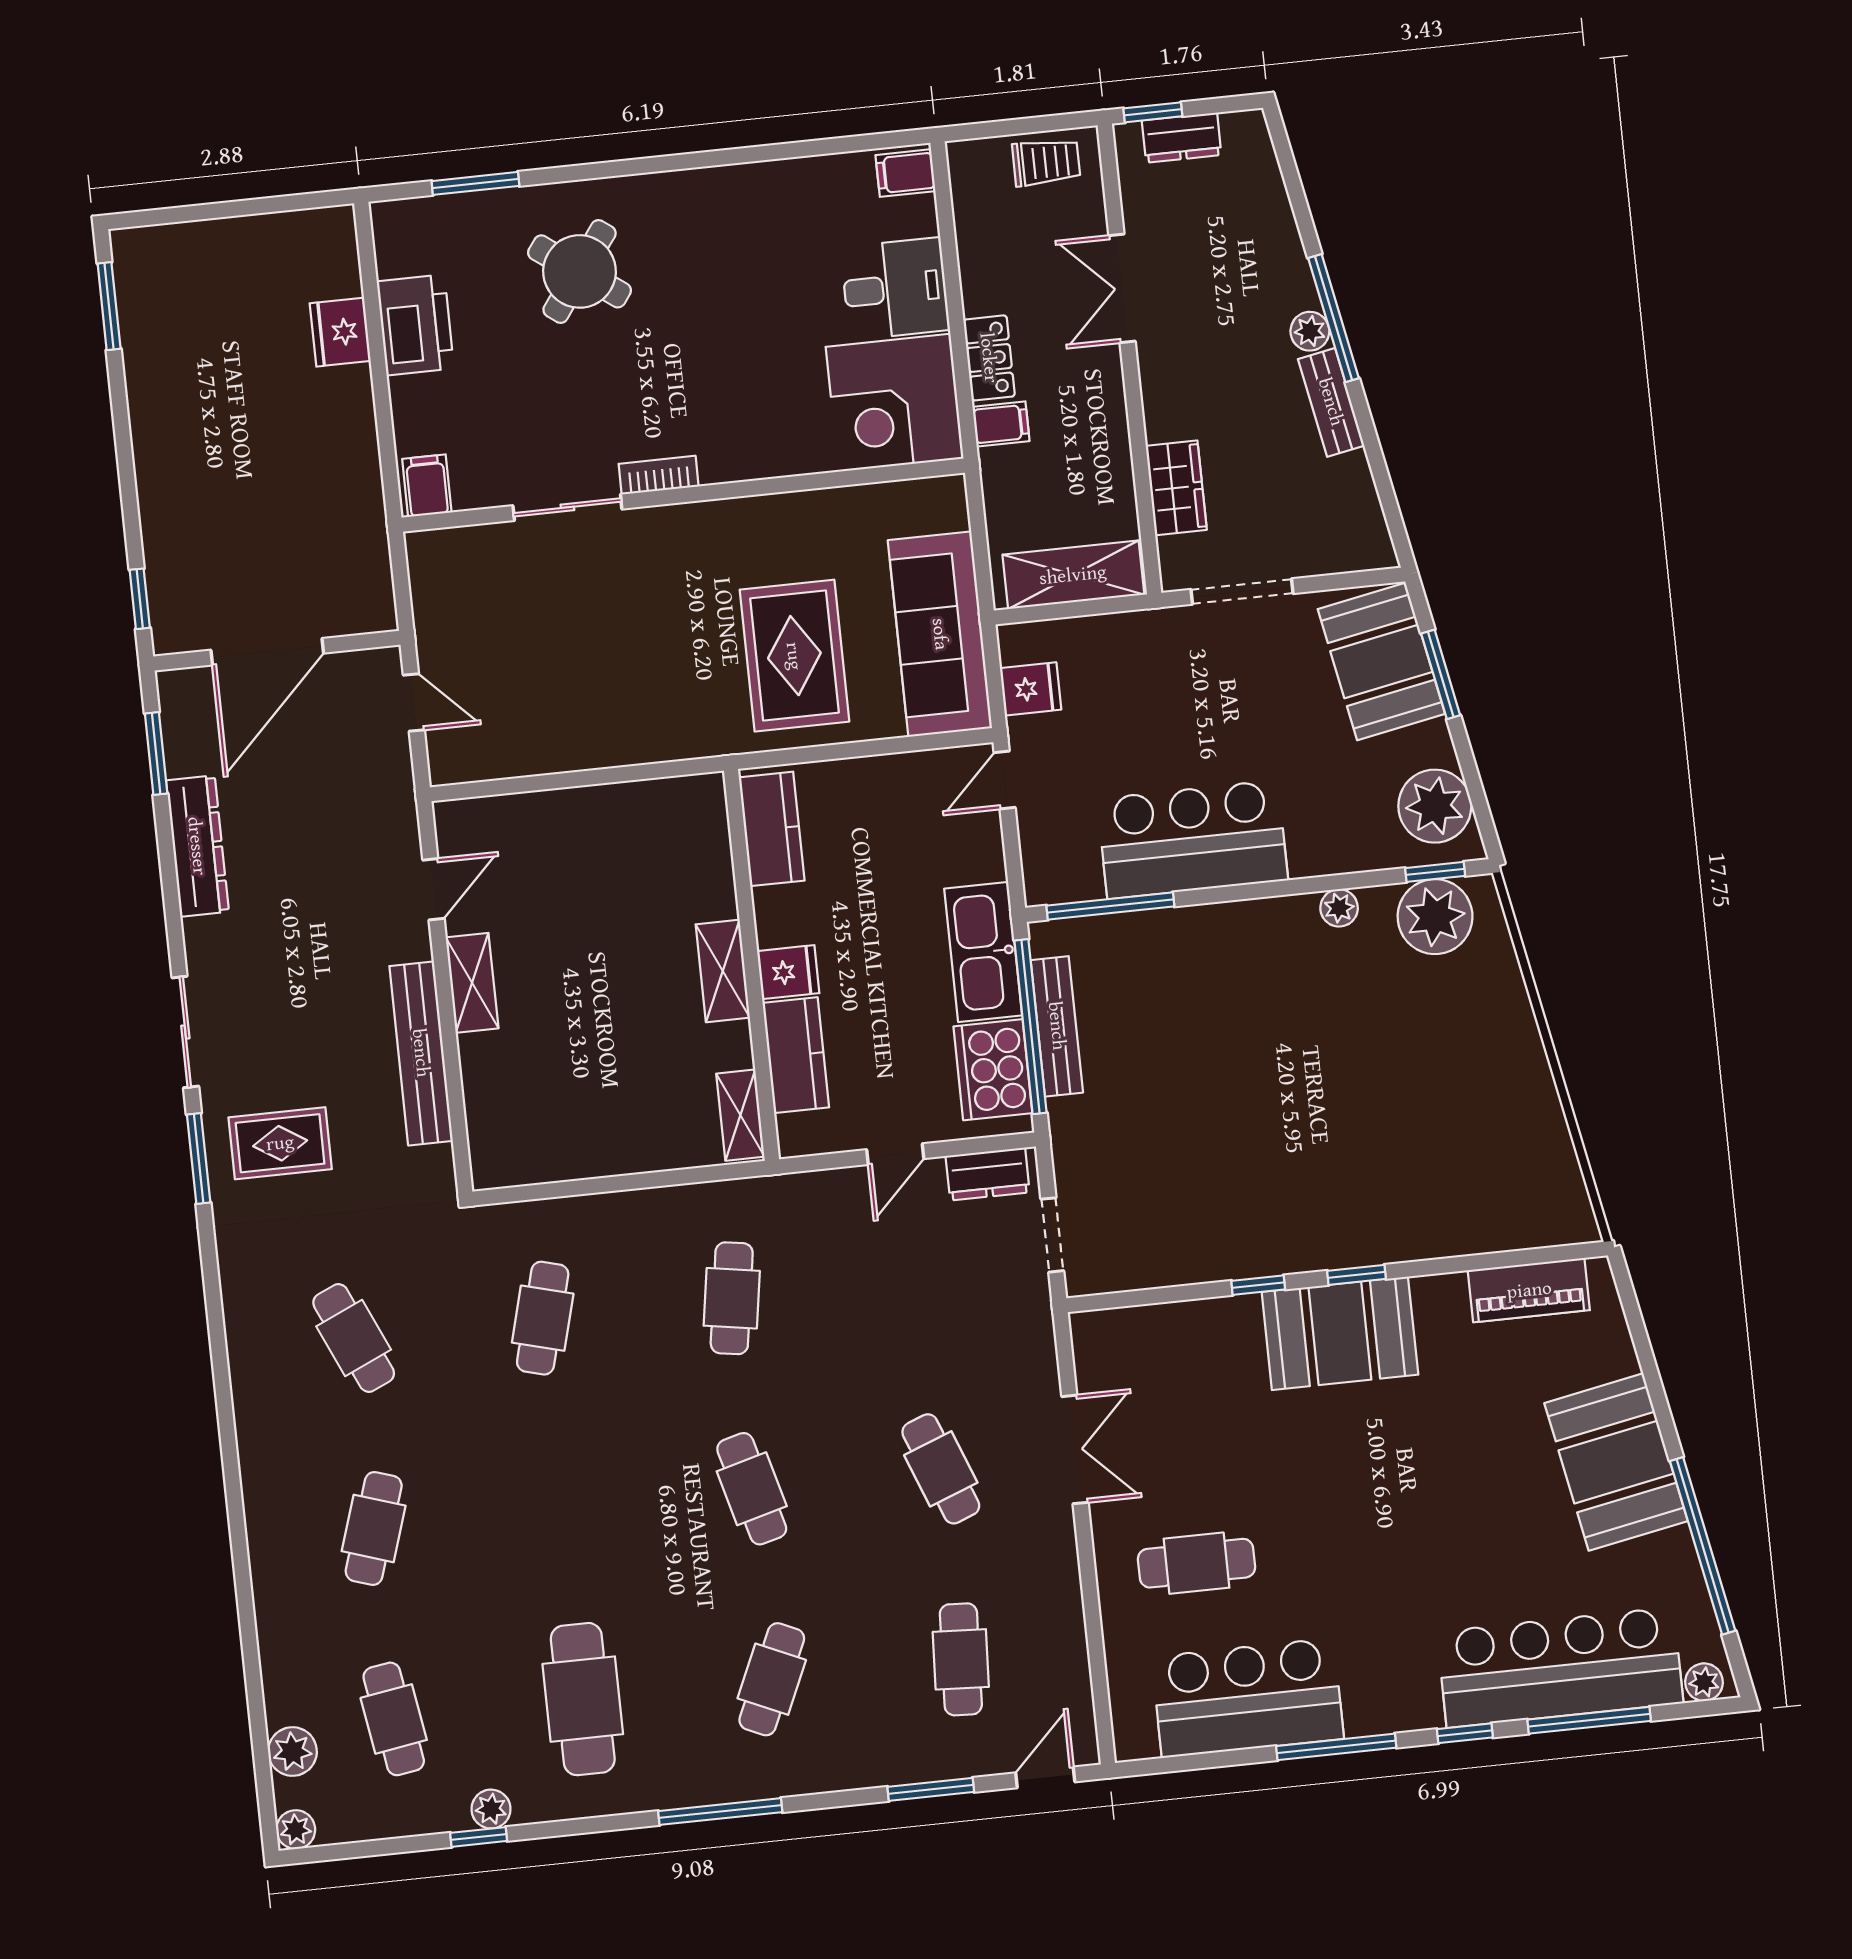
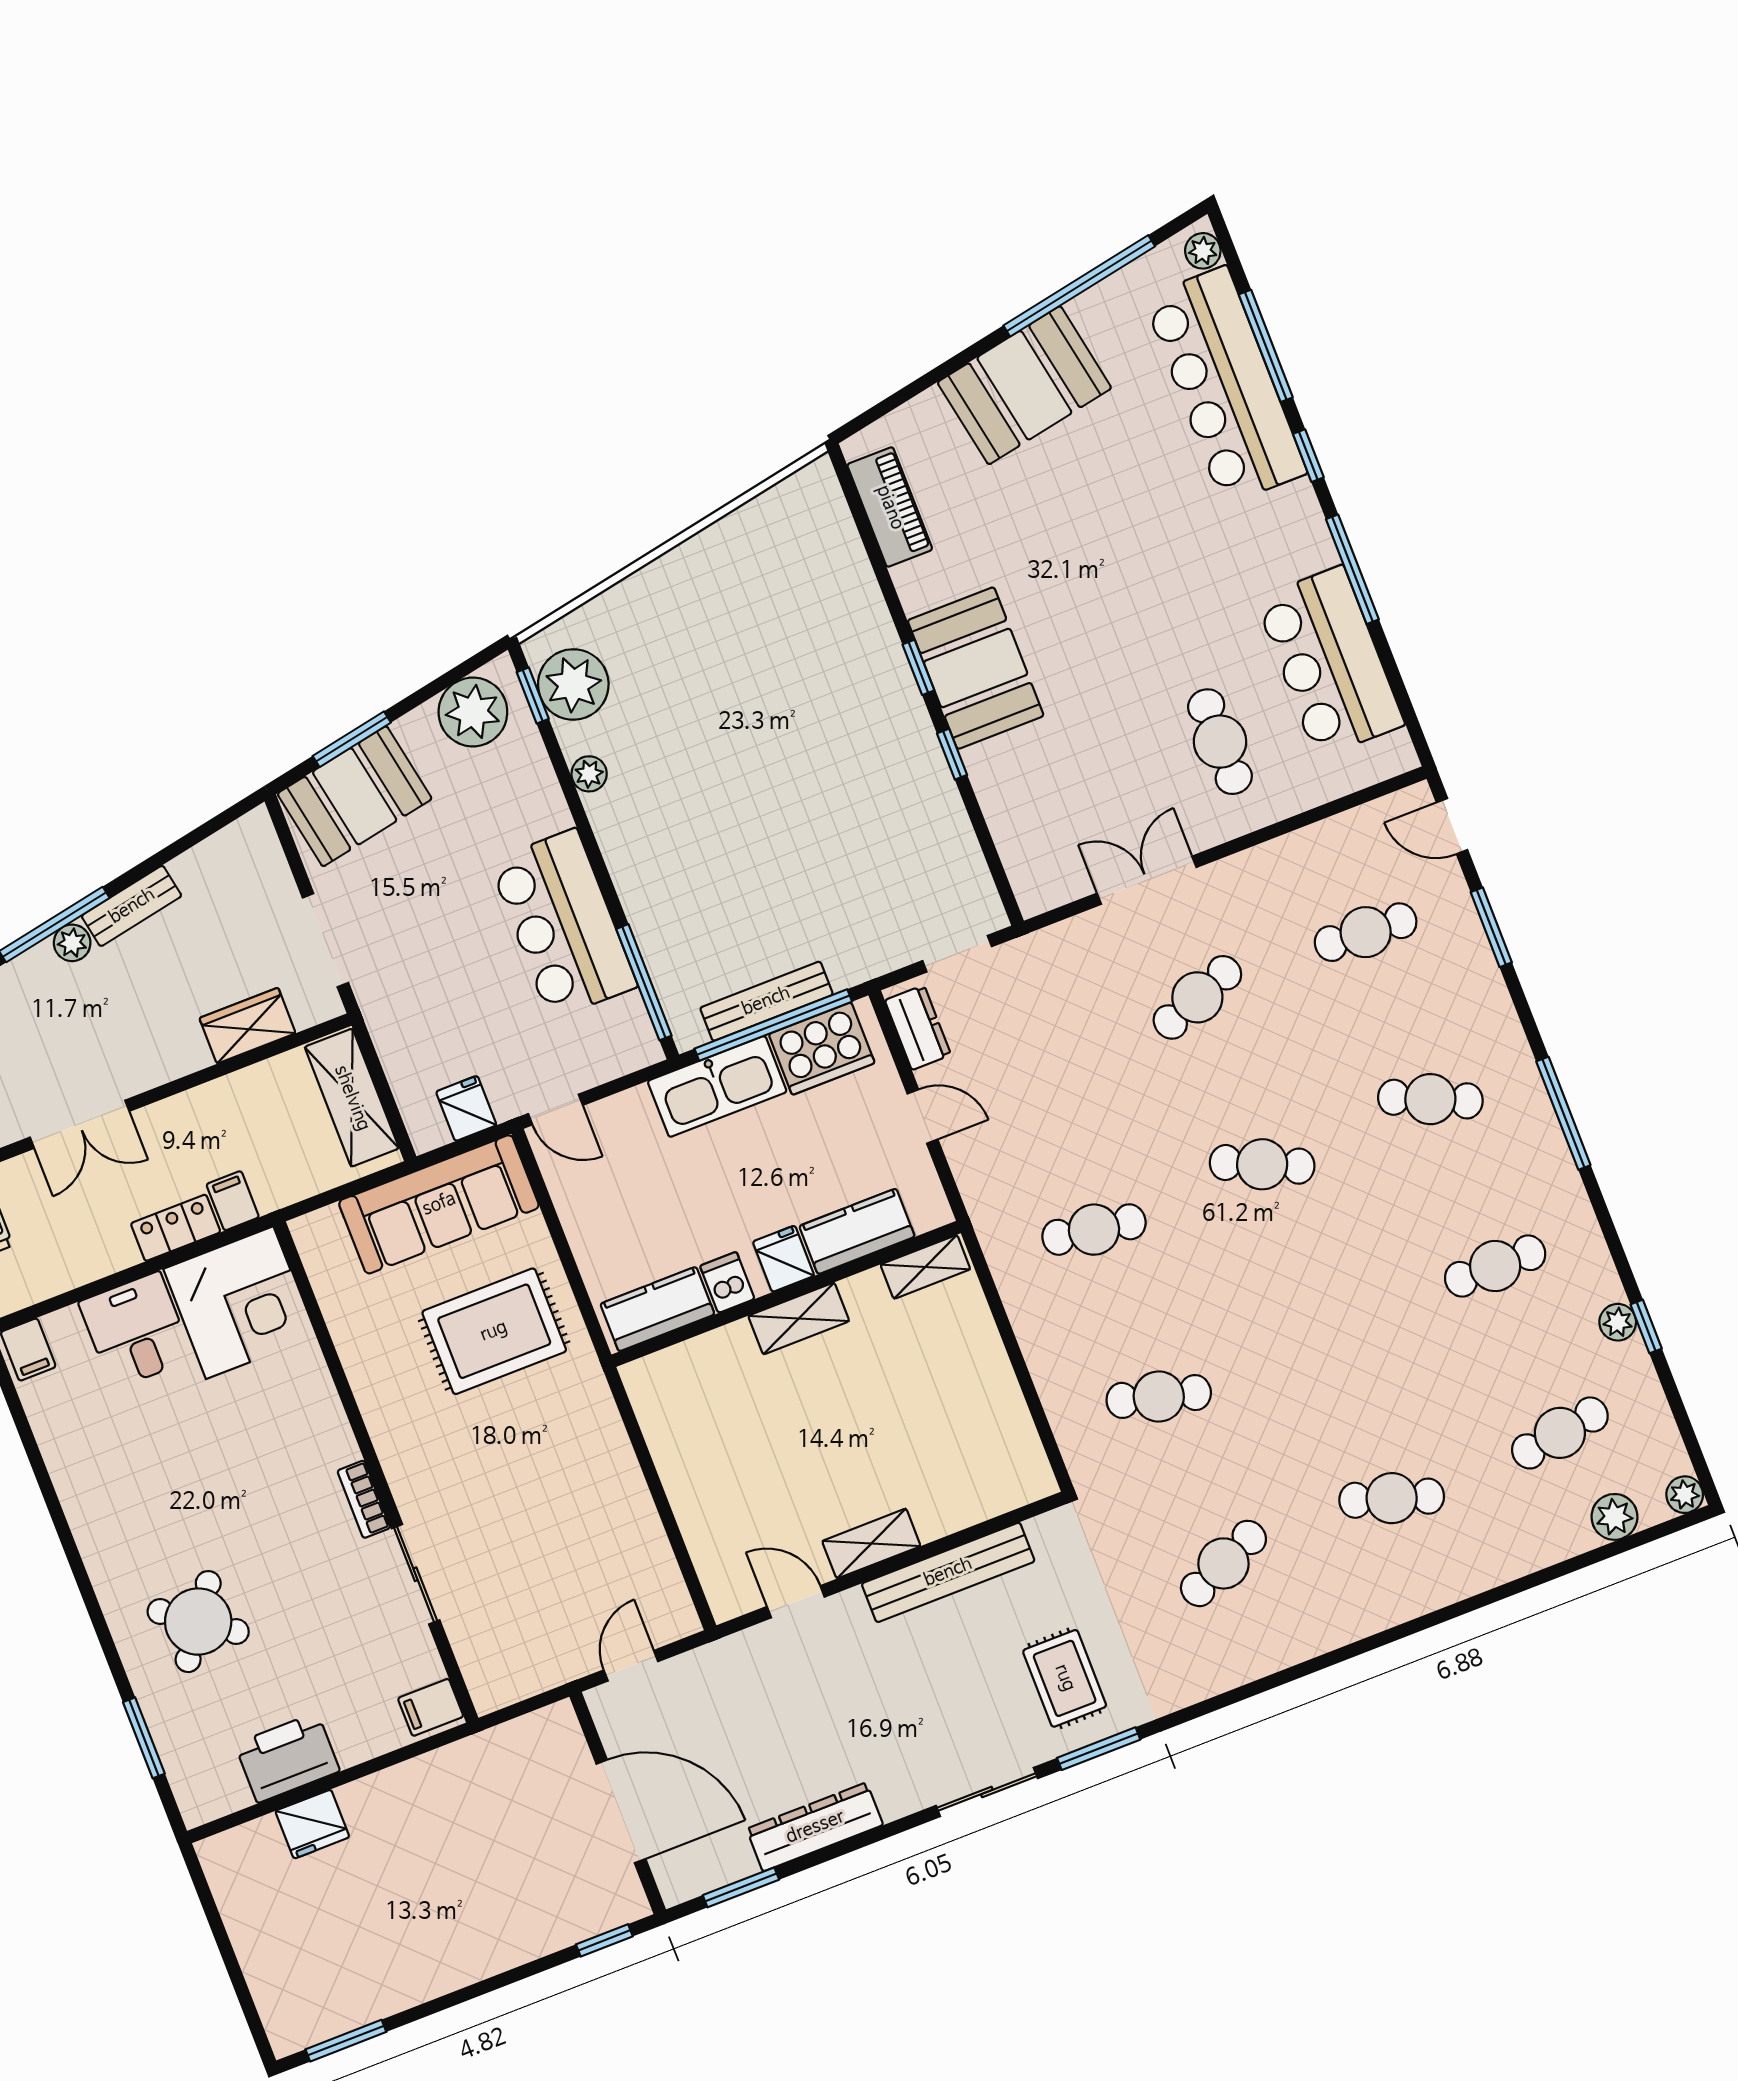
dishwasher: (780, 908) -> (727, 1282), added
cafe table: (752, 1489) -> (1262, 1164), turned 39
cafe table: (583, 1699) -> (1495, 1266), width x0.73, depth x0.74

